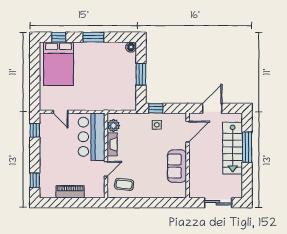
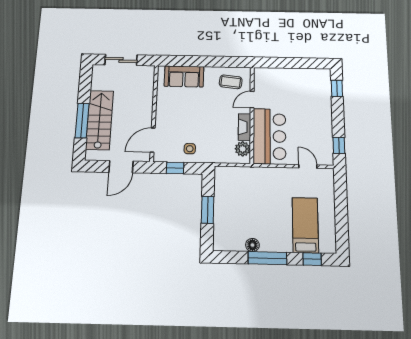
window: (93, 37) -> (267, 258), width x1.44
floor lamp: (131, 47) -> (252, 245), moved
bed: (59, 64) -> (305, 225), width x0.67
window: (156, 108) -> (175, 168), moved
sofa: (177, 166) -> (184, 76), moved, turned 90
piano: (70, 192) -> (295, 75), removed

